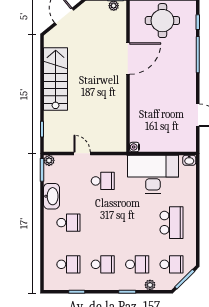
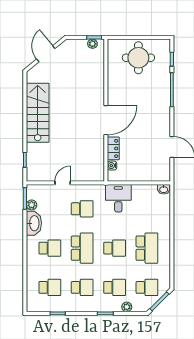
door: (128, 59) -> (106, 120), moved
locker: (136, 117) -> (113, 148), added
water cooler: (134, 147) -> (112, 166), moved
door: (82, 153) -> (63, 183), hinge flipped
plant: (49, 160) -> (32, 205), moved
desk: (153, 174) -> (118, 198), width x0.53, depth x0.77
school desk: (103, 223) -> (82, 248), added
school desk: (137, 223) -> (115, 248), added

